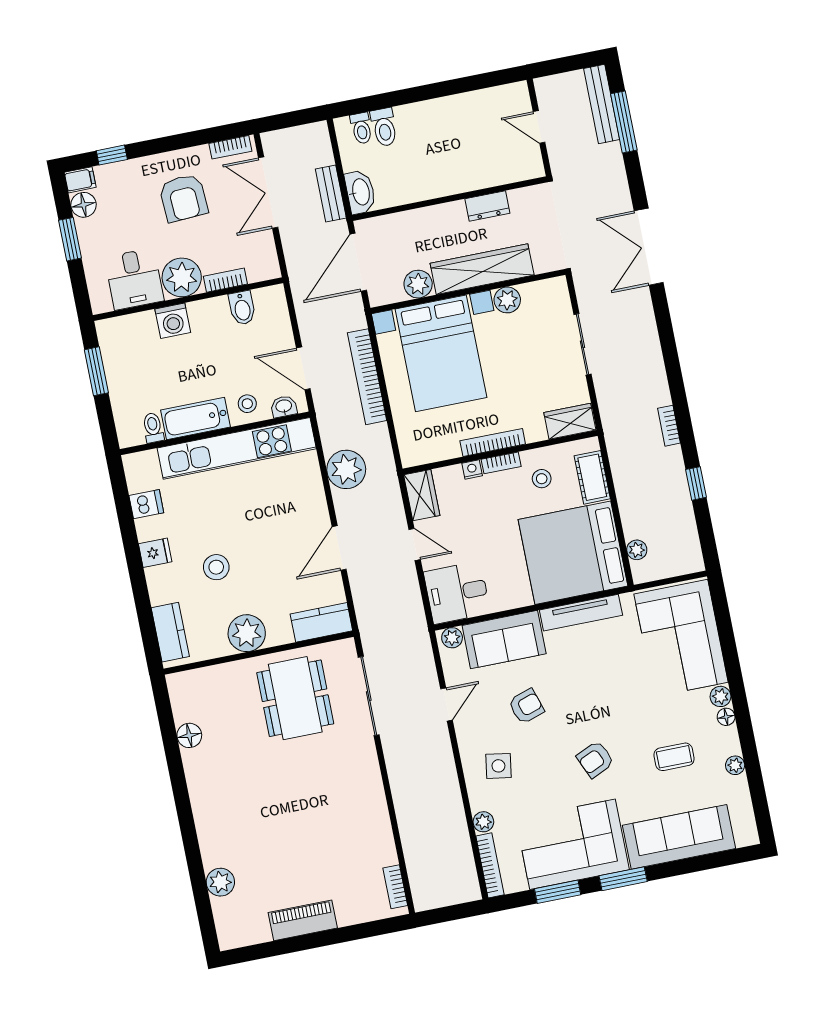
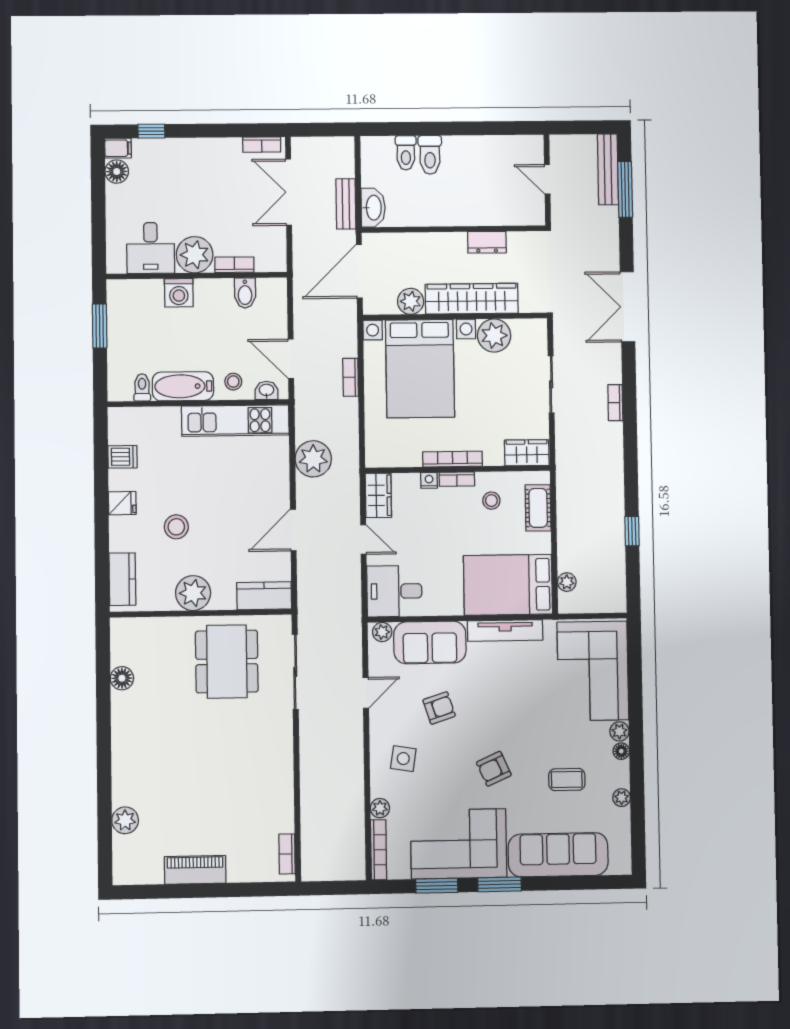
toilet: (361, 128) -> (430, 155), moved, width x1.37, depth x1.39
armchair: (183, 198) -> (210, 183), removed
window: (70, 239) -> (98, 201), removed
plant: (507, 300) -> (494, 335), width x1.36, depth x1.36
bookcase: (367, 377) -> (351, 377), width x0.43, depth x0.76
bookcase: (669, 426) -> (615, 403), moved
kitchen unit: (237, 448) -> (235, 421), width x0.73
bed: (573, 553) -> (508, 585), width x0.73

